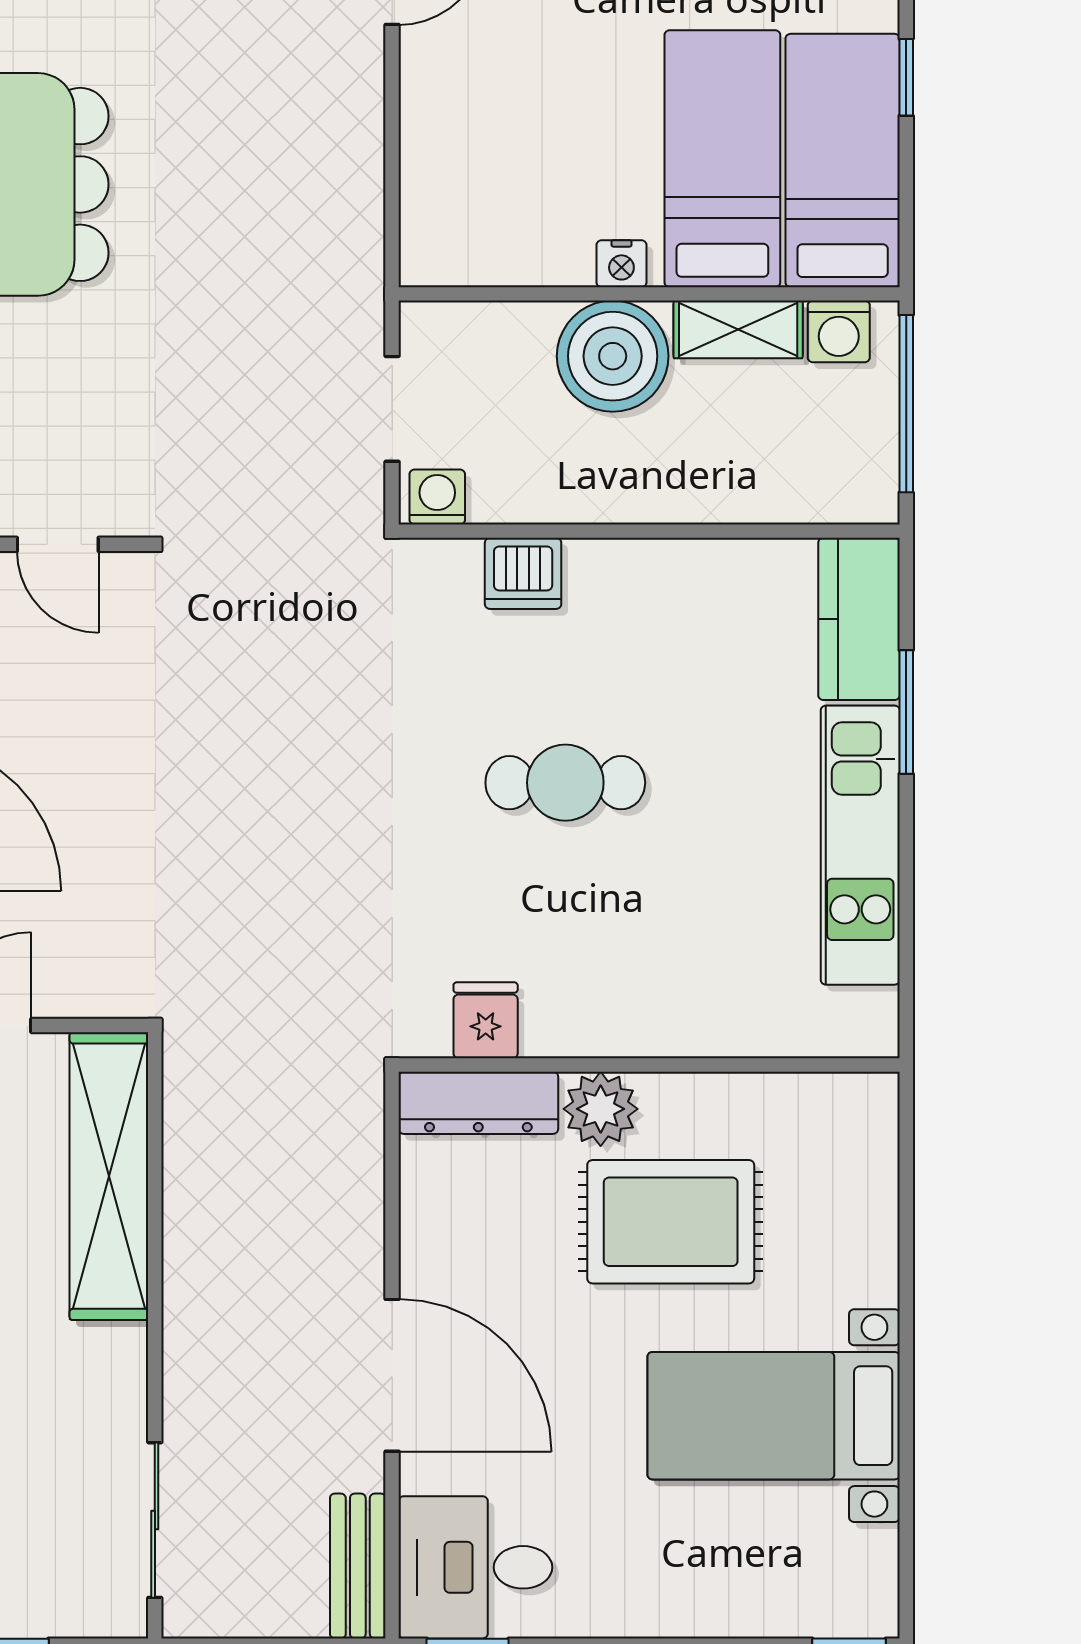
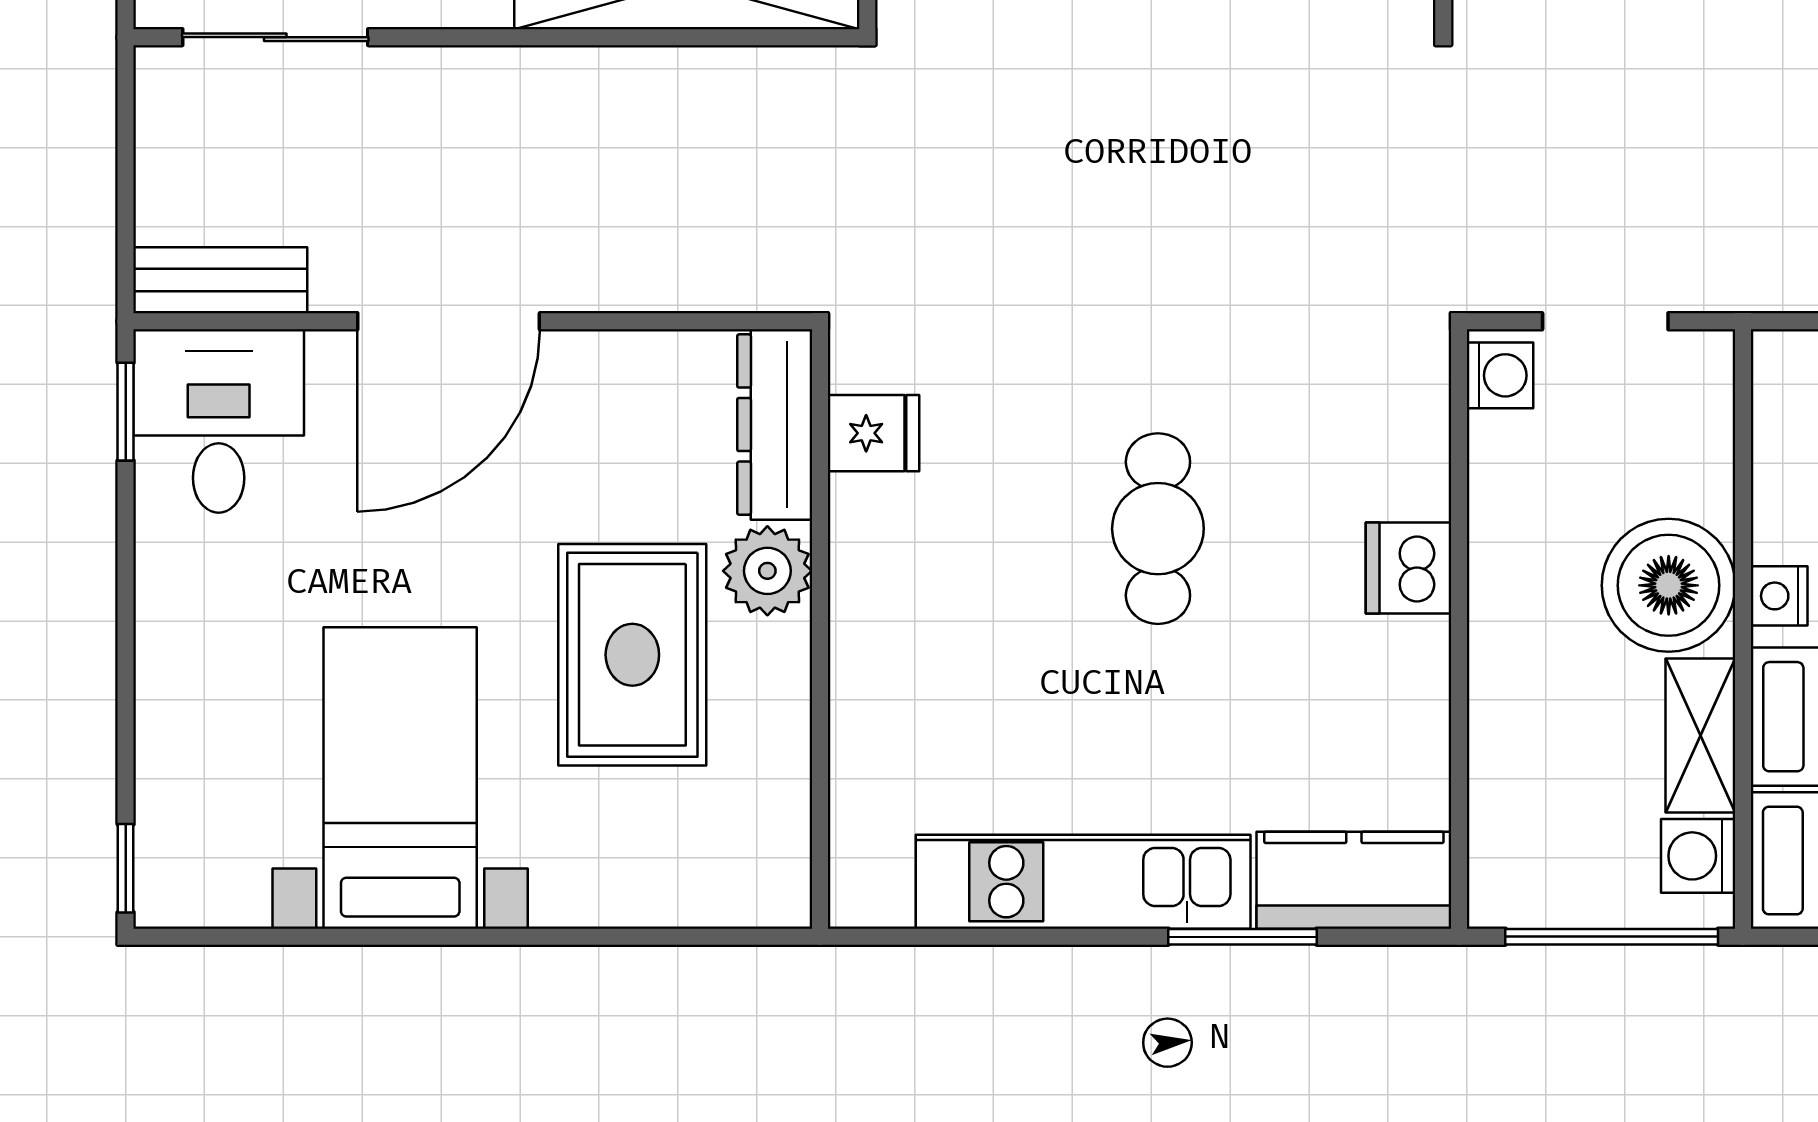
dishwasher: (523, 573) -> (1408, 568), moved

